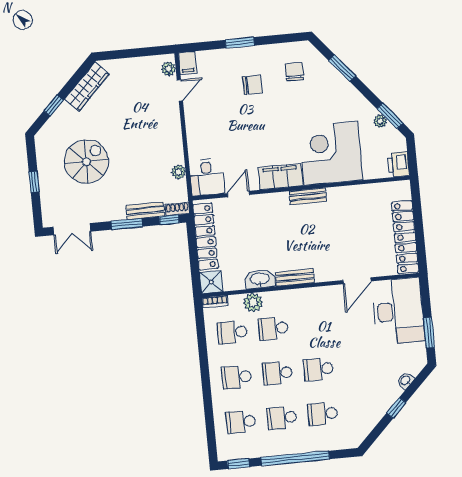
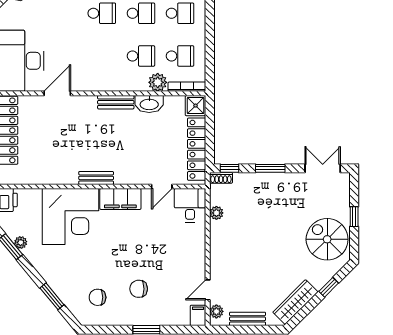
chair: (294, 72) -> (98, 297), turned 90
spiral stairs: (86, 162) -> (327, 239), moved, turned 90
bench: (145, 211) -> (248, 319), moved
bookcase: (215, 302) -> (187, 87), width x1.56

